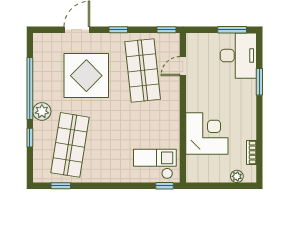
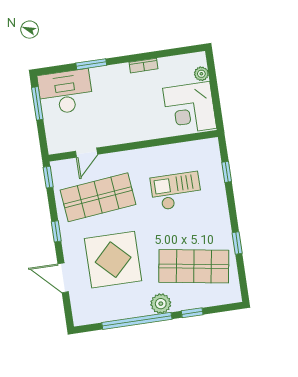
door: (183, 66) -> (87, 153), hinge flipped
corner desk: (207, 133) -> (190, 108), moved, turned -90
bookcase: (251, 153) -> (144, 66), moved
checkout: (155, 164) -> (176, 191), moved, turned 90
window: (61, 186) -> (237, 243), moved
window: (164, 186) -> (227, 172), moved

